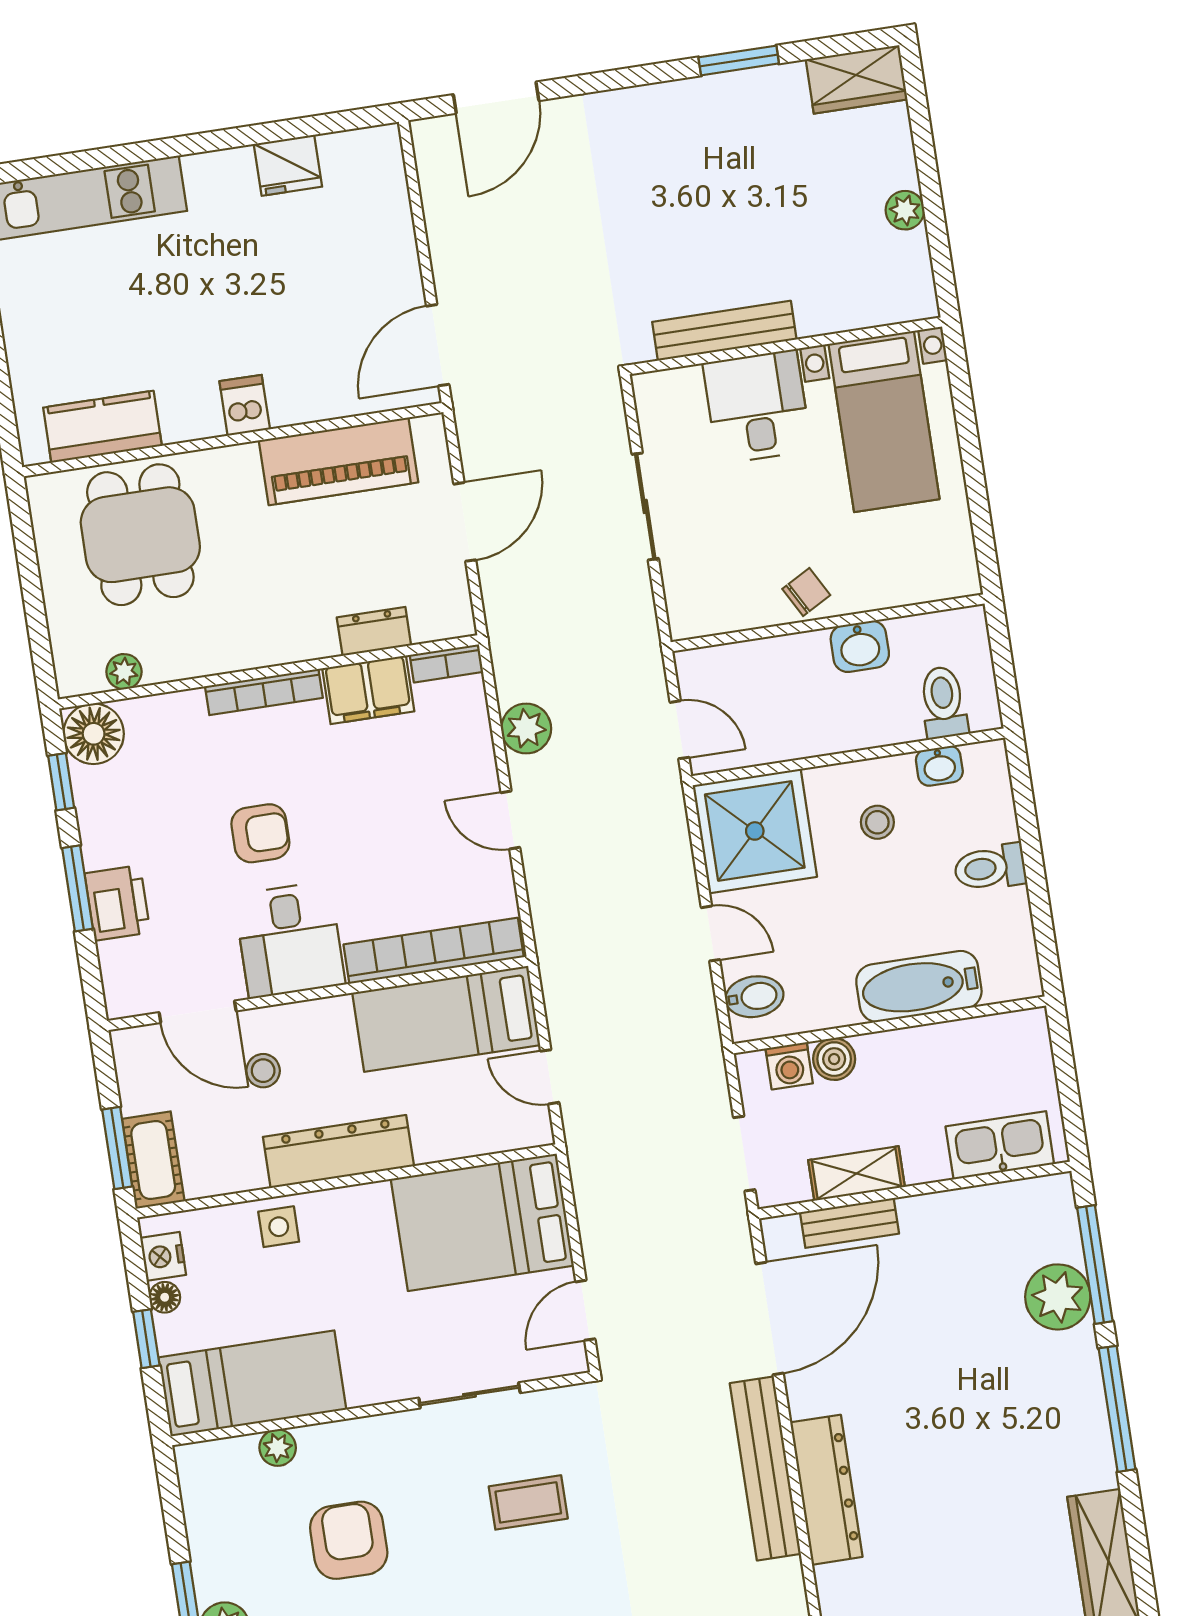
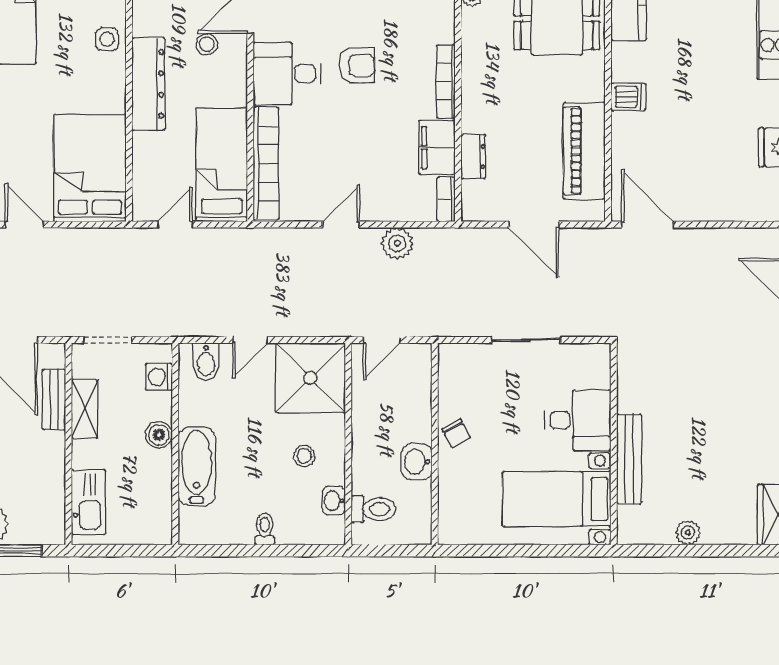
bench: (724, 331) -> (629, 459), moved
armchair: (260, 833) -> (357, 65), turned -90
toilet: (990, 868) -> (265, 529), width x0.73, depth x0.72
boiler: (834, 1059) -> (159, 435), moved

